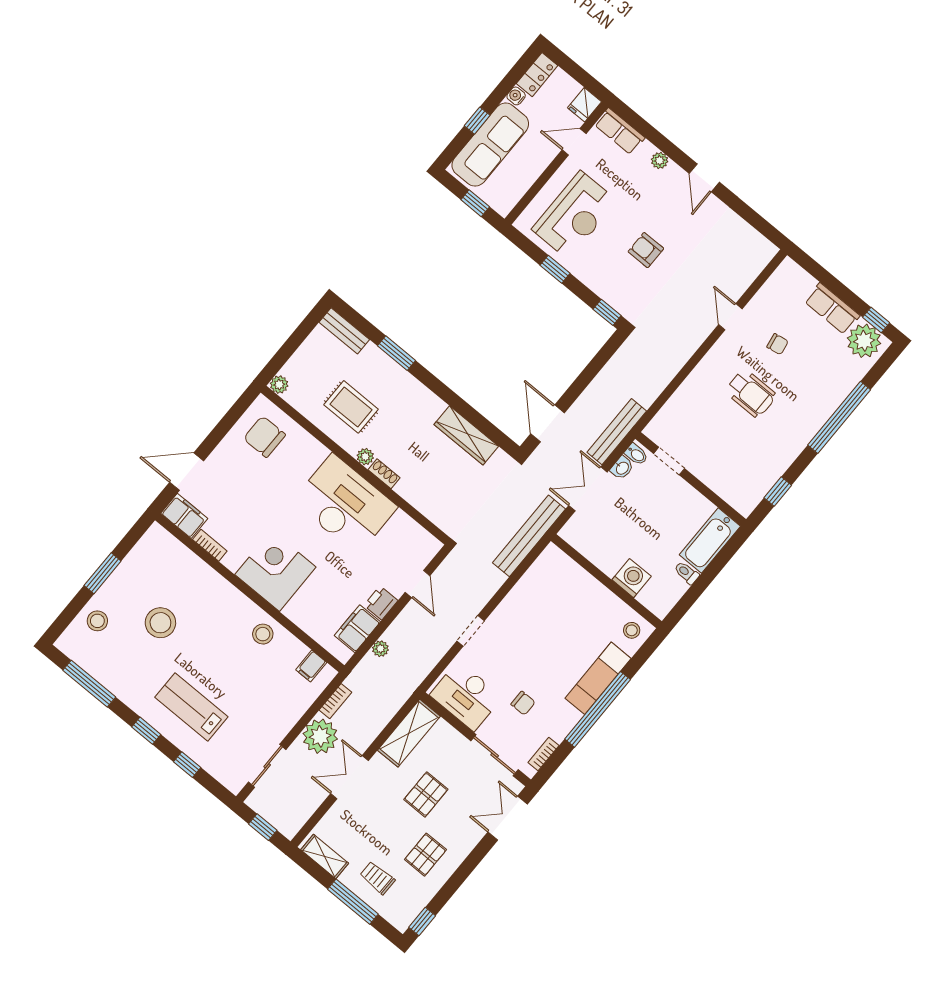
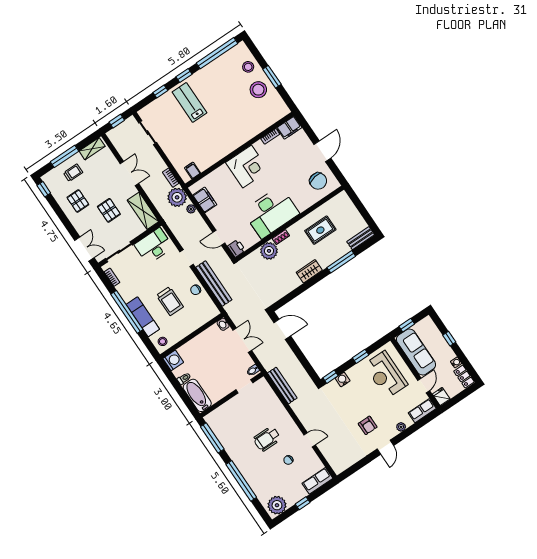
sofa: (490, 145) -> (416, 352), moved, turned 180
door: (704, 178) -> (385, 447), swing flipped
armchair: (646, 250) -> (368, 425), moved, turned 90
water cooler: (606, 290) -> (343, 380), added
row of seats: (832, 309) -> (317, 481), moved
window: (876, 320) -> (303, 503), moved
window: (396, 353) -> (341, 262), width x1.44
plant: (279, 385) -> (343, 196), removed
bench: (617, 432) -> (282, 386), moved
wardrobe: (466, 435) -> (309, 271), moved, width x0.67
chair: (264, 437) -> (318, 181), turned 80
plant: (365, 457) -> (269, 251), moved, width x1.88, depth x1.88
washbasin: (622, 468) -> (223, 324), moved
door: (187, 472) -> (322, 151), moved
window: (778, 491) -> (212, 438), width x2.17
bench: (529, 536) -> (214, 283), moved
washing machine: (632, 578) -> (173, 360), moved, turned -90
printer: (381, 603) -> (236, 248), moved
stool: (160, 623) -> (258, 90), moved
stool: (263, 634) -> (216, 150), removed
trolley: (556, 638) -> (170, 301), added
window: (89, 684) -> (217, 53), width x1.46
chair: (523, 703) -> (196, 290), moved
lab bench: (191, 707) -> (189, 102), turned -90
plant: (320, 736) -> (177, 197), moved

